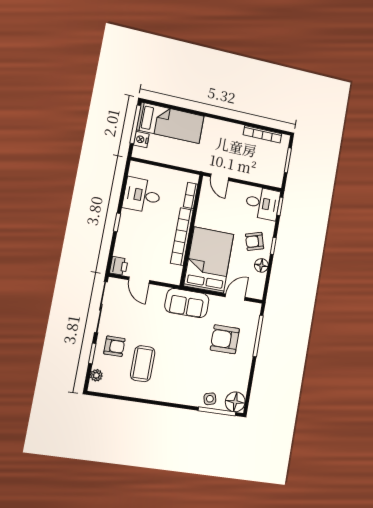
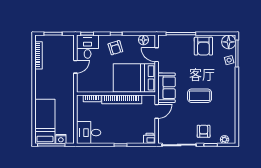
door: (220, 177) -> (75, 67), moved
desk: (142, 195) -> (89, 133), moved, turned 90
floor lamp: (261, 265) -> (143, 40), moved
door: (139, 280) -> (157, 111), moved
armchair: (225, 339) -> (203, 46), moved
coffee table: (143, 364) -> (200, 96), moved

